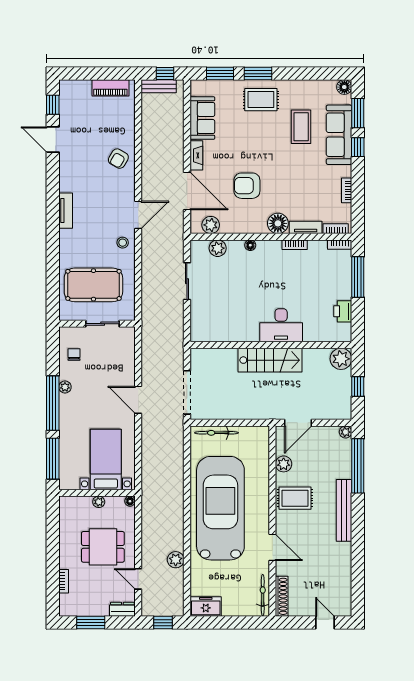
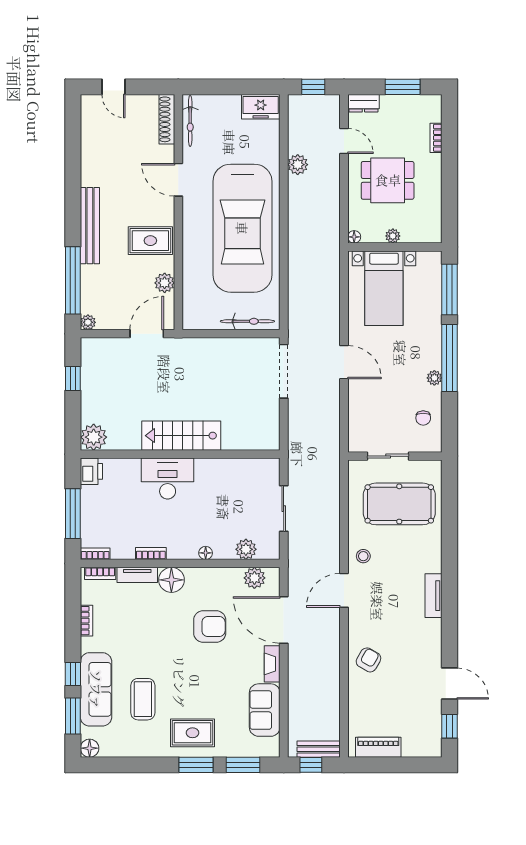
desk: (281, 325) -> (168, 479), moved
wall: (271, 345) -> (180, 454), moved
plant: (341, 359) -> (94, 437), moved
stairs: (270, 360) -> (181, 436), moved

